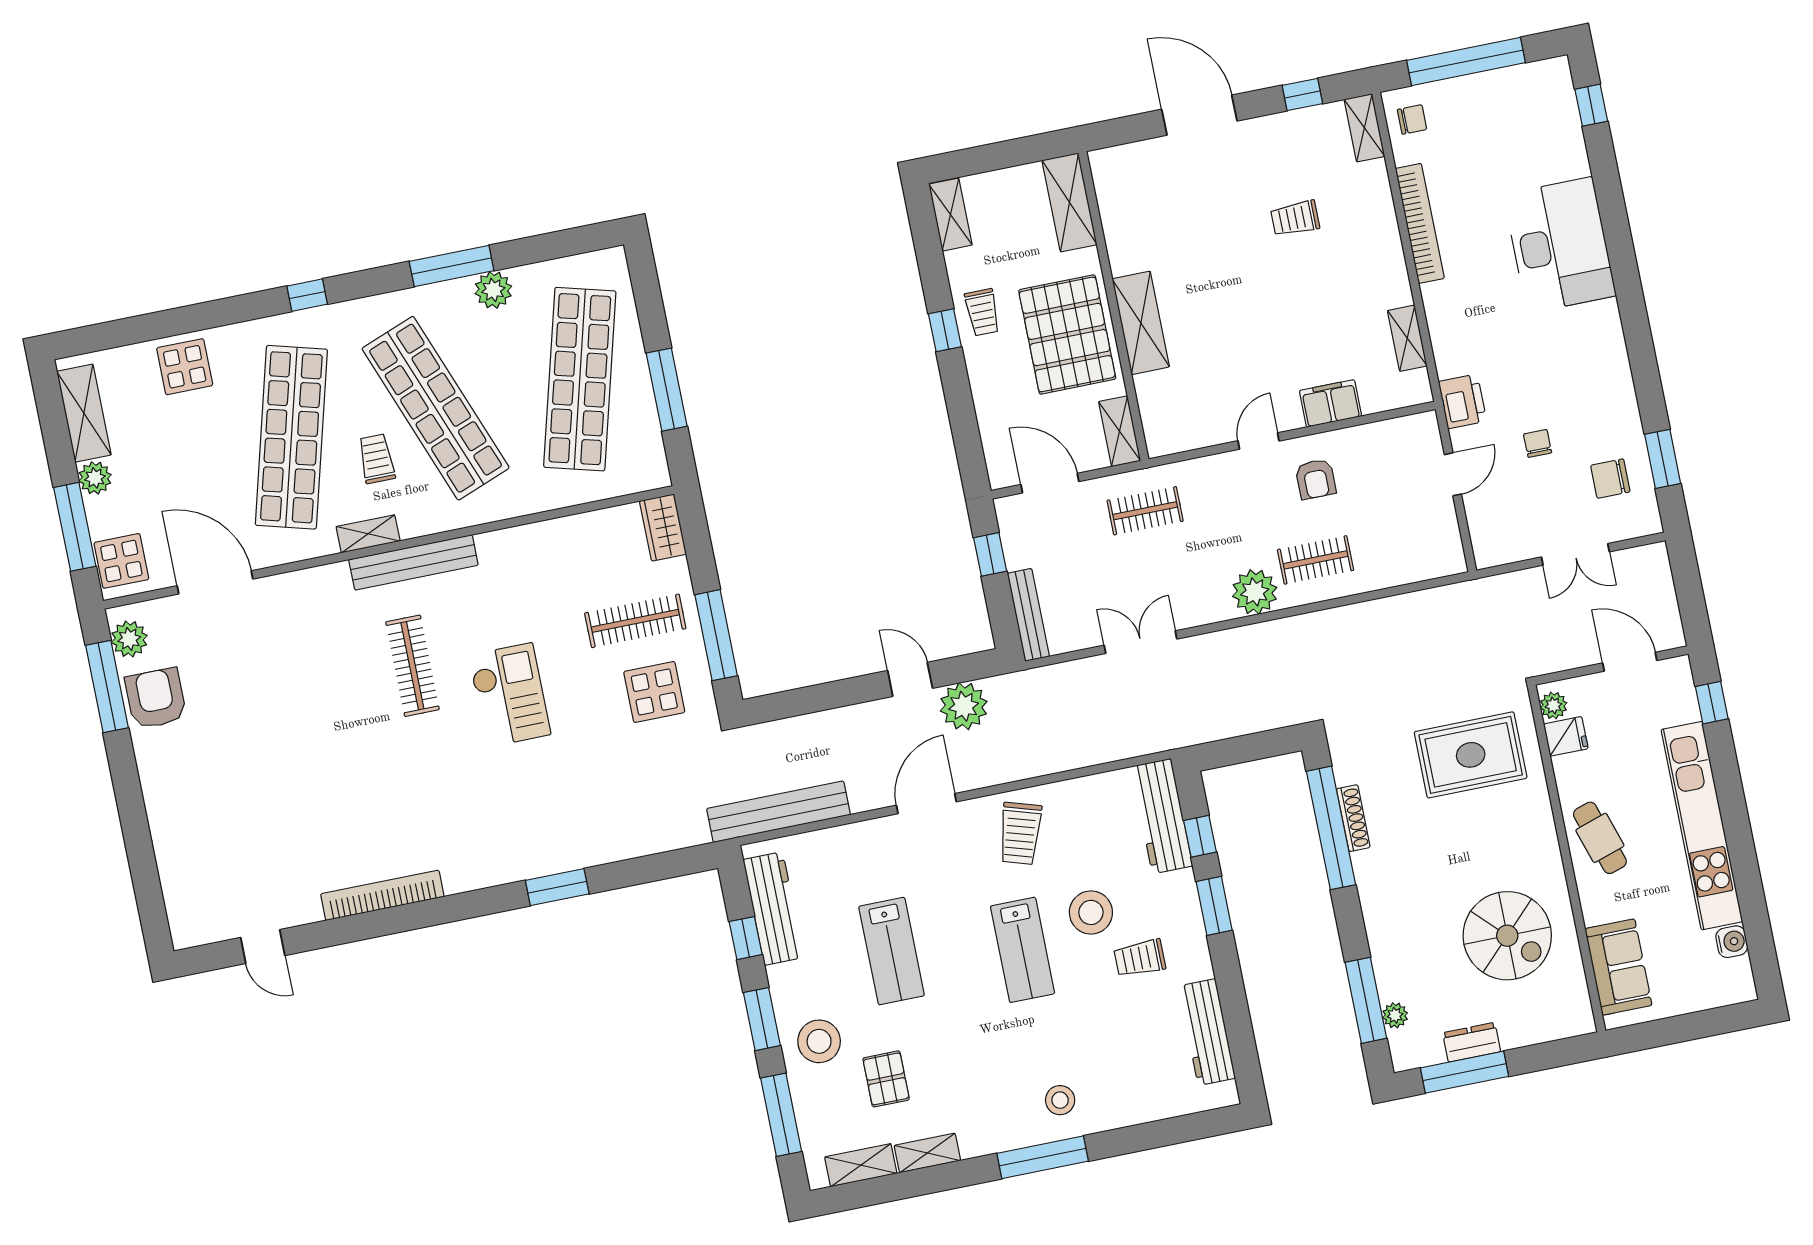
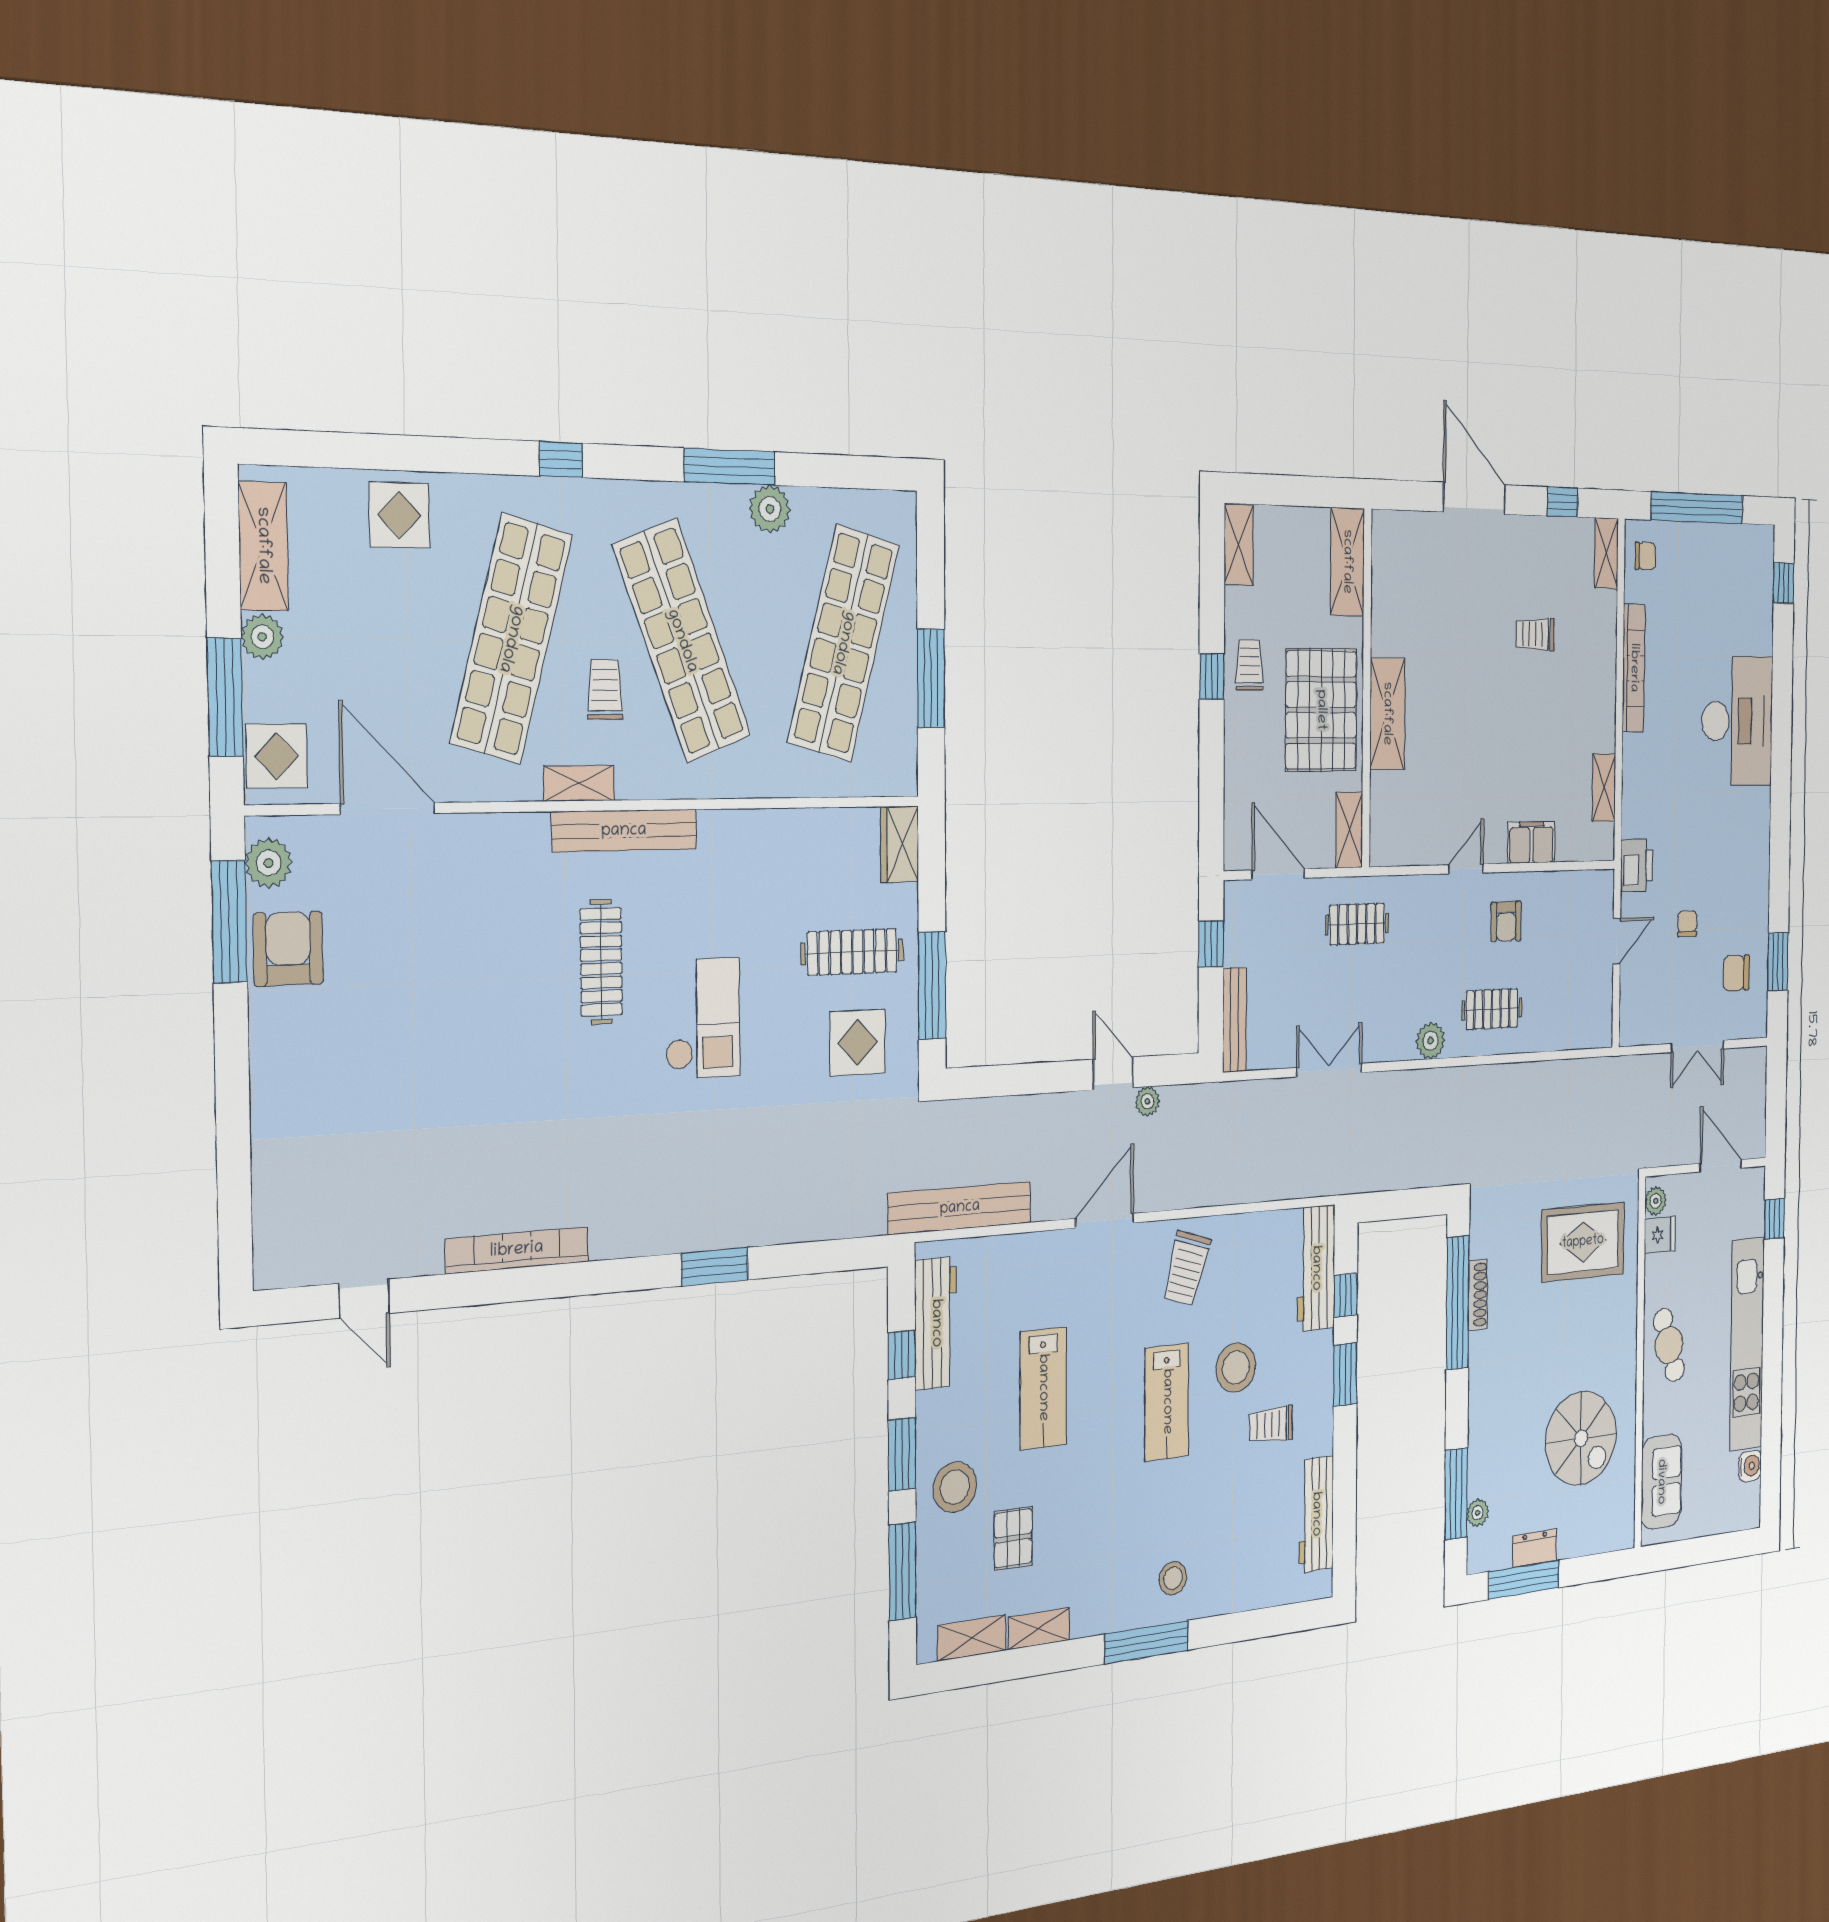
trolley: (982, 312) -> (1249, 665), turned 180
plant: (1255, 592) -> (1431, 1041), width x0.73, depth x0.73
plant: (964, 706) -> (1148, 1101), width x0.53, depth x0.53

